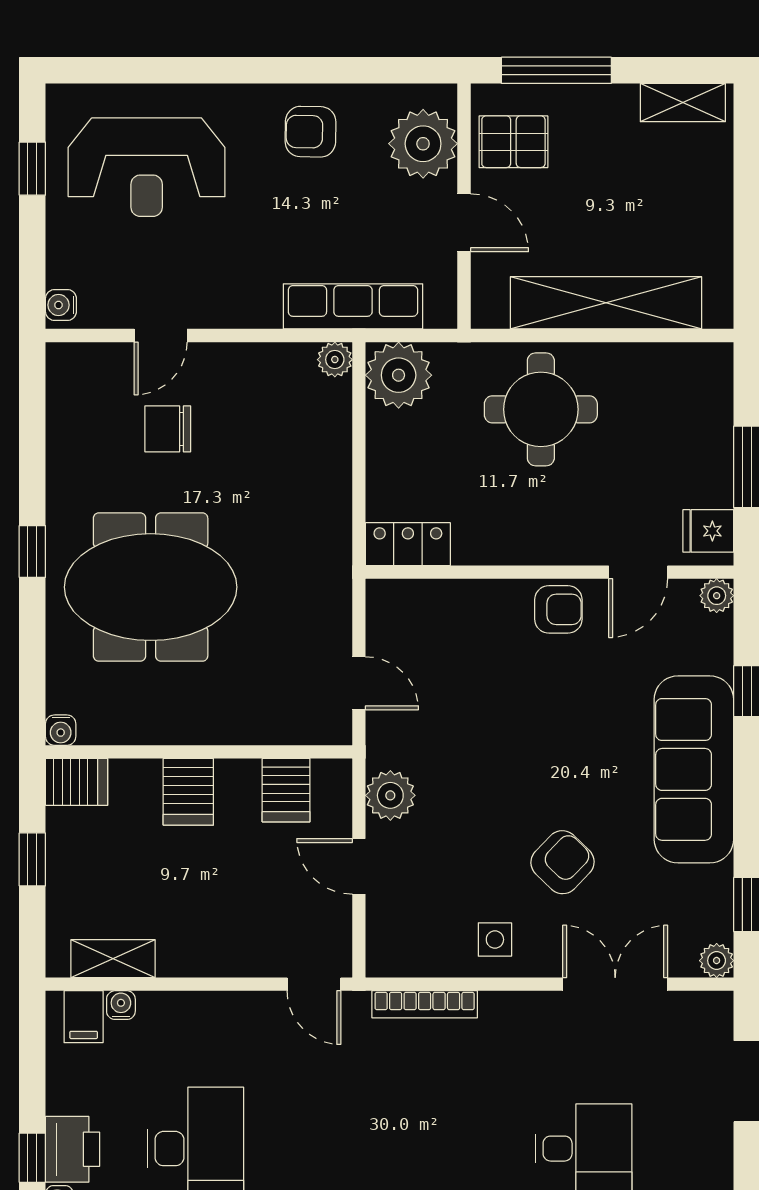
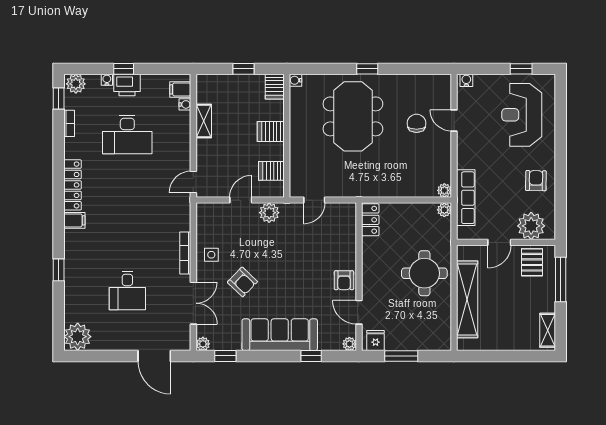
plant: (399, 375) -> (444, 210), width x0.53, depth x0.53
shelving: (113, 959) -> (204, 121), moved
bookcase: (425, 1004) -> (185, 253), moved

